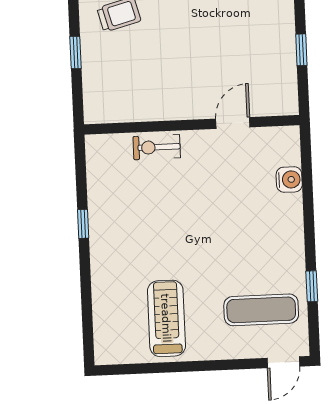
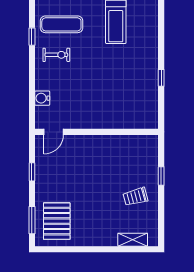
door: (233, 123) -> (54, 132), moved
exercise bike: (157, 147) -> (56, 55), moved

